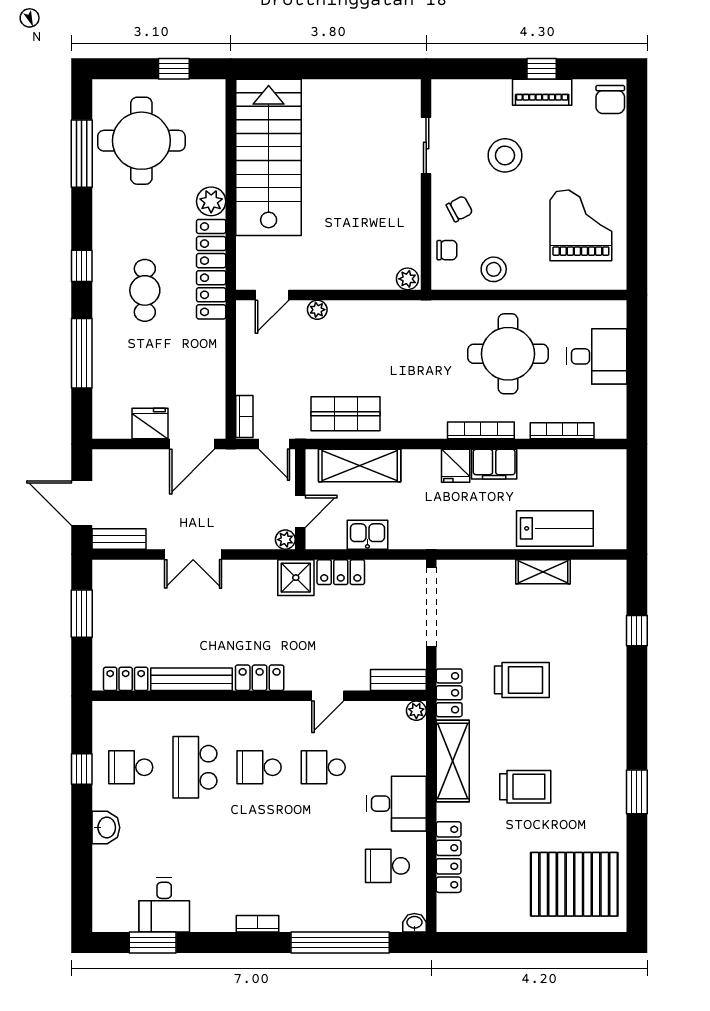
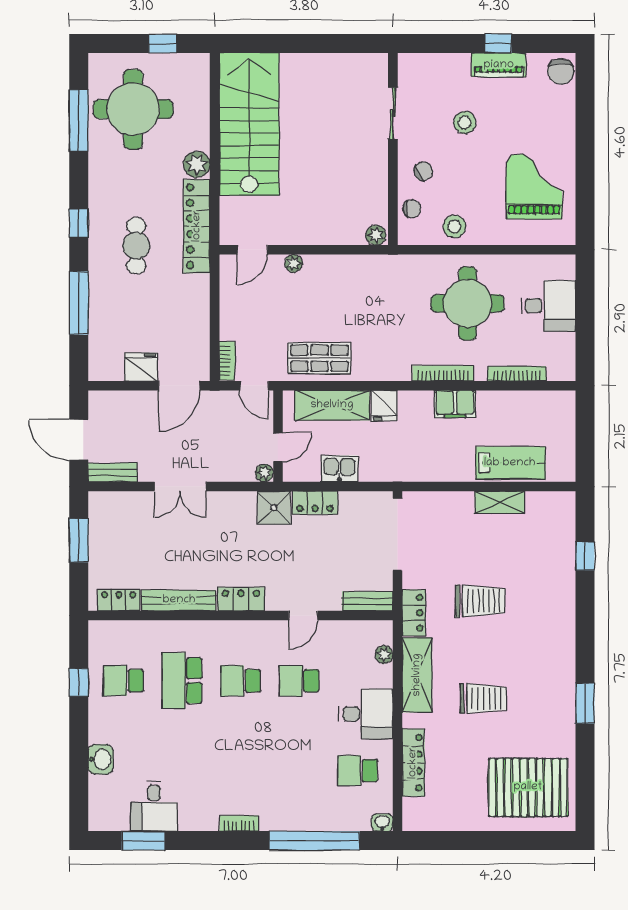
stool: (505, 155) -> (465, 122), width x0.73, depth x0.73
fridge: (456, 466) -> (384, 406), moved
plant: (416, 711) -> (384, 655), moved
washbasin: (106, 828) -> (101, 759), moved

